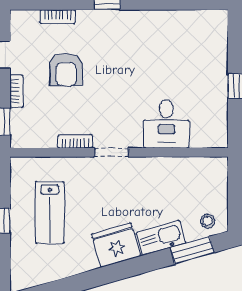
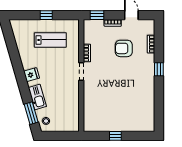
desk: (166, 124) -> (96, 100), removed
lab bench: (50, 213) -> (50, 40), turned 180
fridge: (116, 245) -> (31, 75), width x0.53, depth x0.75

